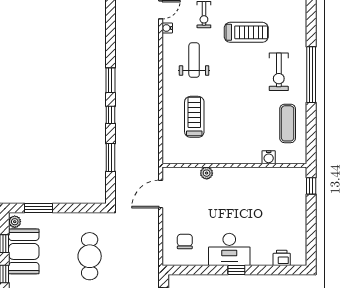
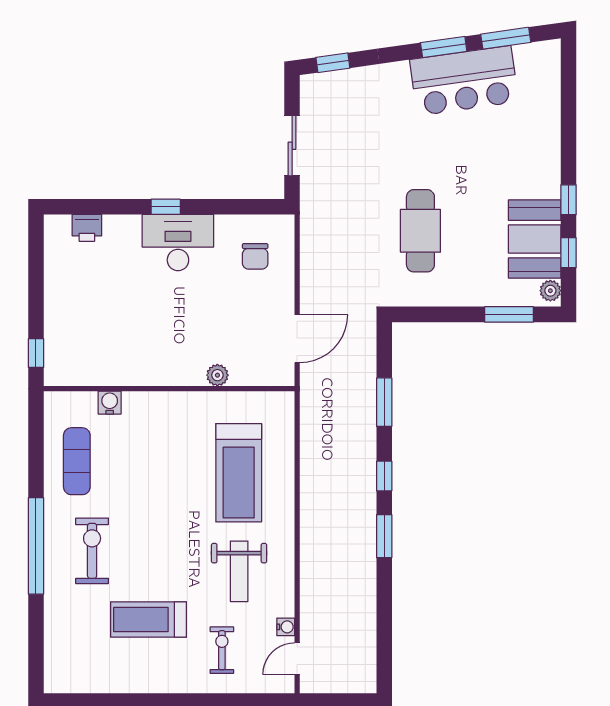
treadmill: (194, 117) -> (239, 473), width x1.37, depth x1.38

